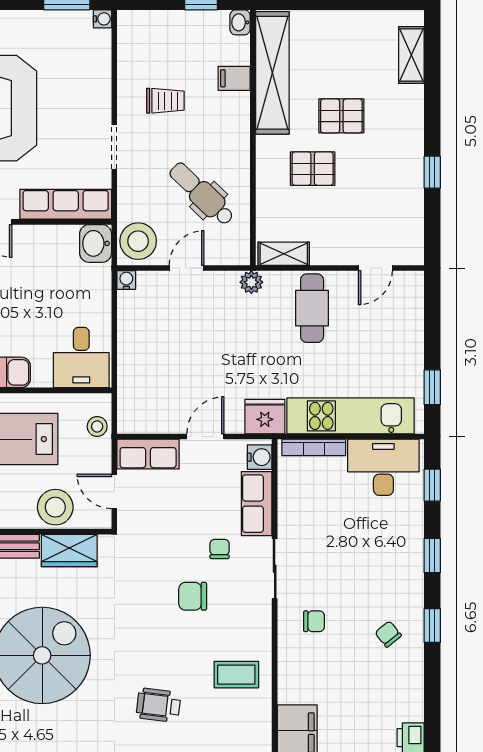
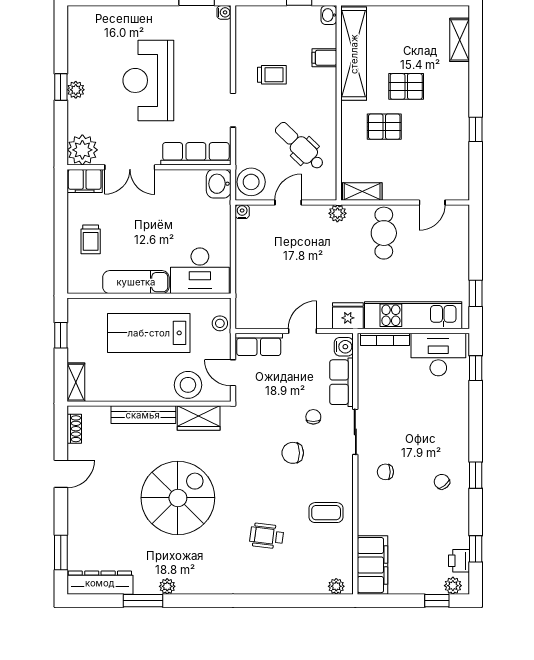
desk: (81, 358) -> (200, 271), width x1.37
window: (432, 556) -> (476, 549), moved
chair: (314, 621) -> (385, 472), turned 180

